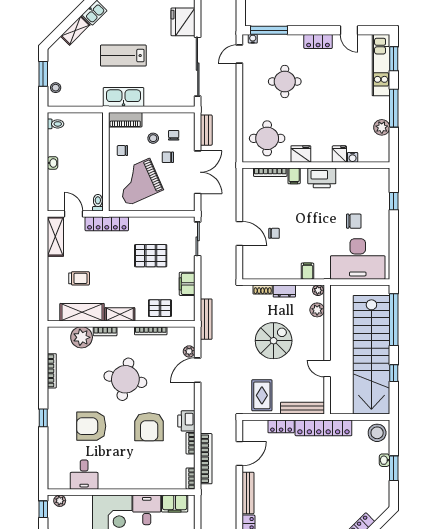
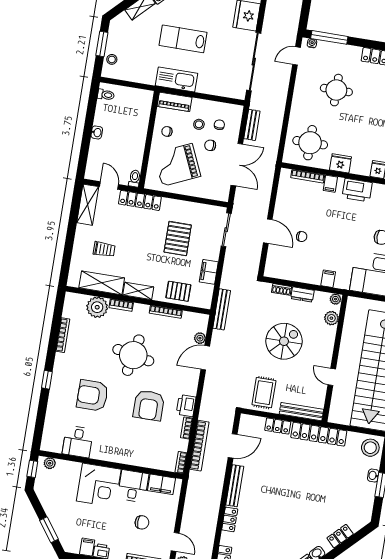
pallet: (151, 256) -> (178, 239), turned 90

